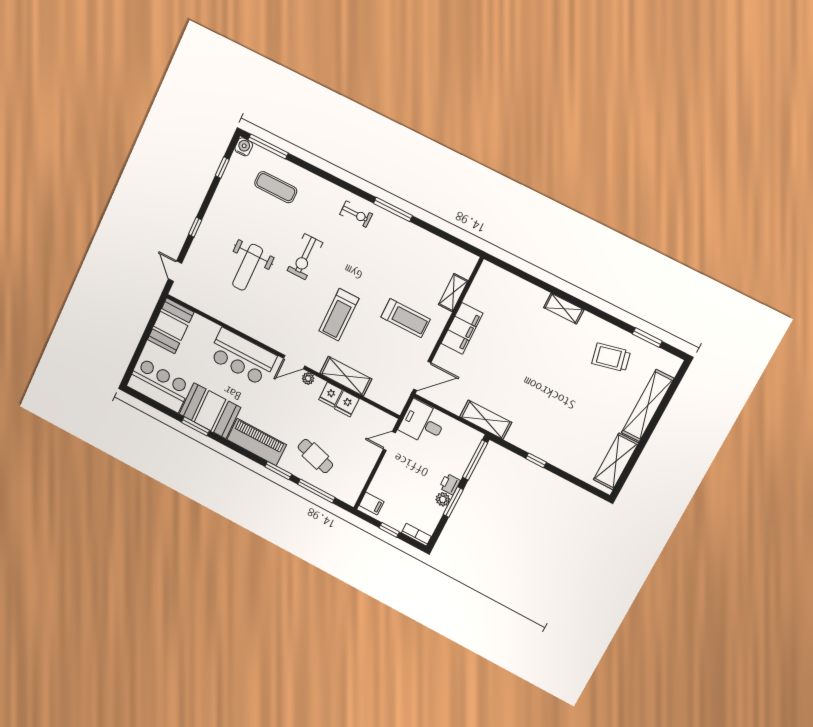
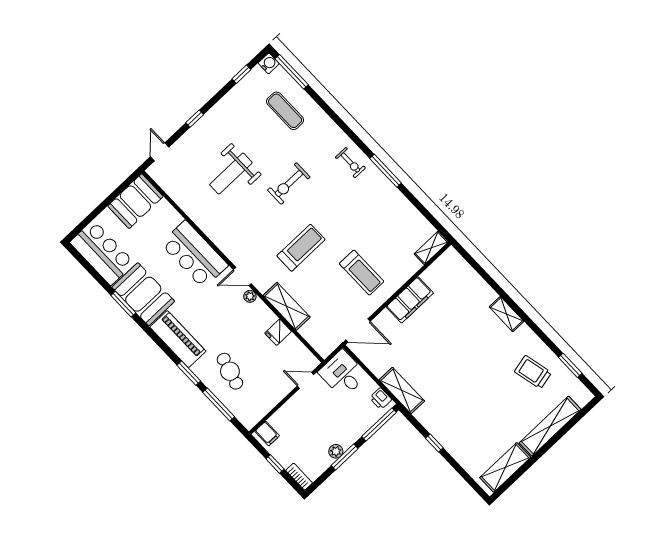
shelving: (453, 293) -> (431, 248), moved
treadmill: (339, 315) -> (301, 248), turned 180
fridge: (330, 395) -> (266, 319), removed
printer: (450, 484) -> (381, 399), moved, turned -90

